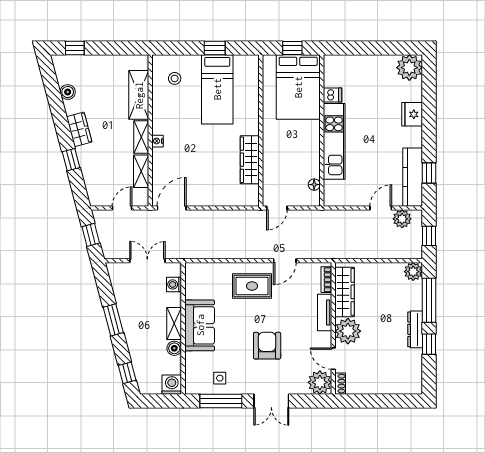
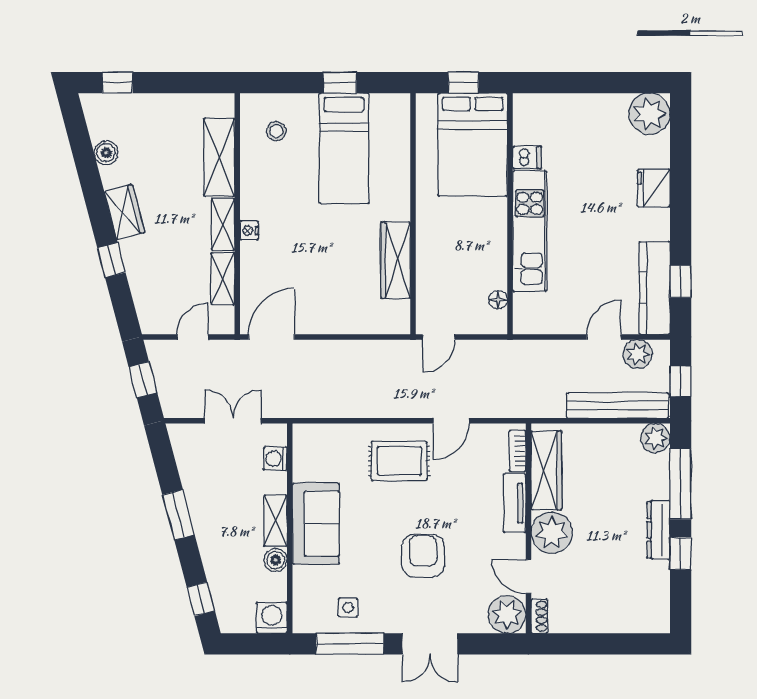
bench: (389, 251) -> (618, 406), added

